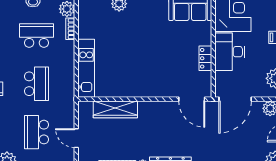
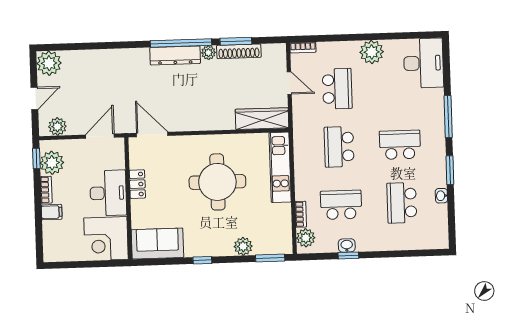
school desk: (37, 35) -> (341, 205), turned 180
round table: (139, 58) -> (217, 182), added
door: (235, 99) -> (100, 136), width x0.73
wardrobe: (115, 109) -> (262, 119), moved

